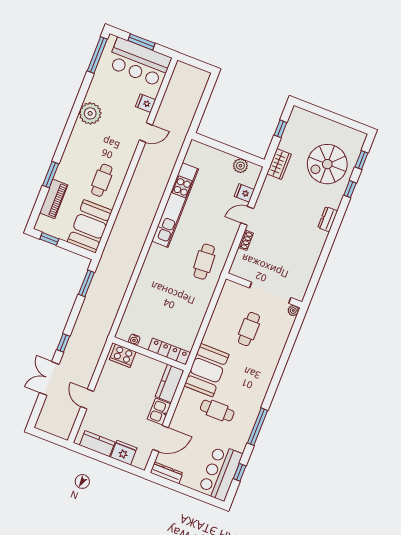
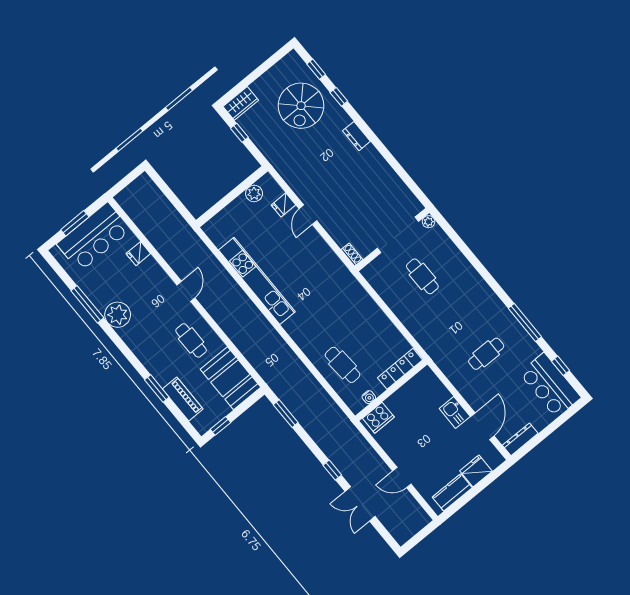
window: (97, 55) -> (87, 304), moved
door: (146, 132) -> (186, 291), moved
wardrobe: (279, 164) -> (241, 103), moved, turned 90
shoe rack: (246, 240) -> (352, 255), moved
cafe table: (204, 262) -> (342, 365), moved
booth: (207, 370) -> (440, 342), removed
kitchen counter: (170, 383) -> (432, 386), removed

